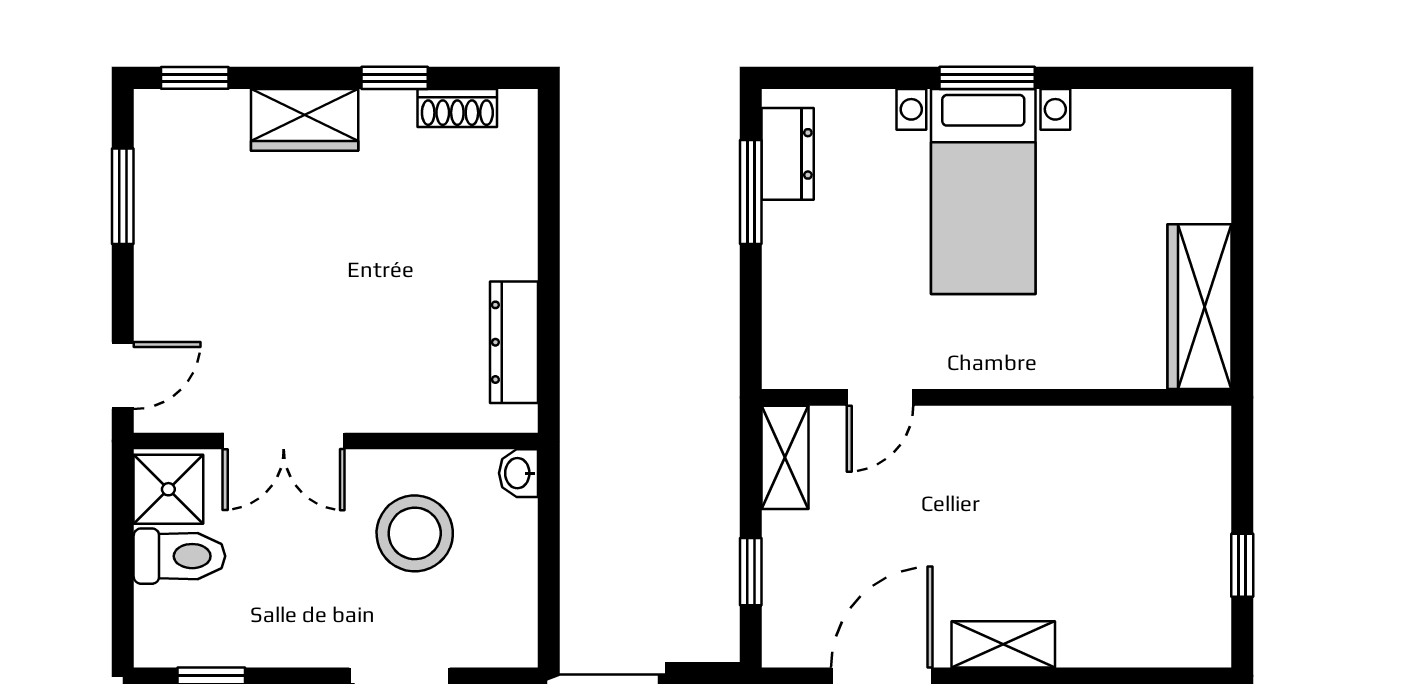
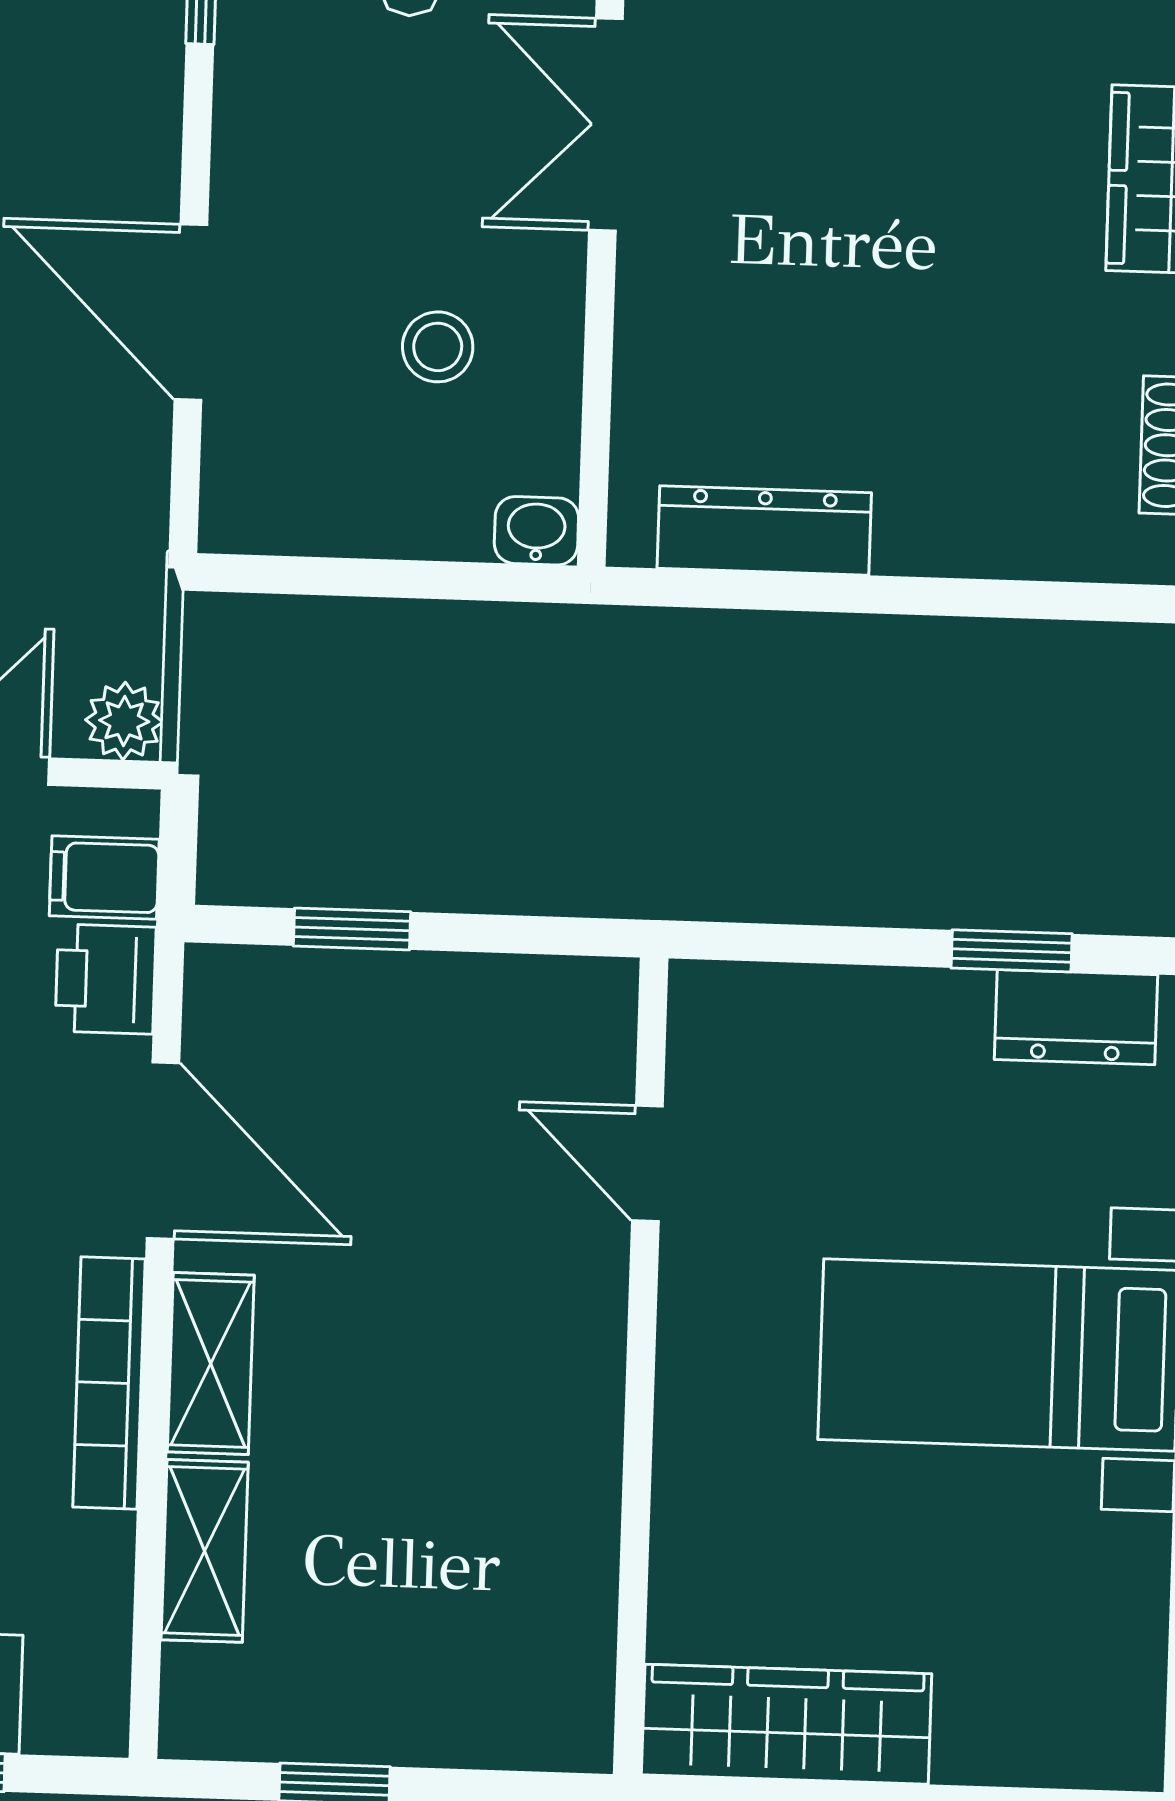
window: (751, 192) -> (1012, 951), width x0.67
shelving: (785, 457) -> (205, 1551), moved, turned 90
stool: (415, 533) -> (438, 347), width x0.53, depth x0.53

